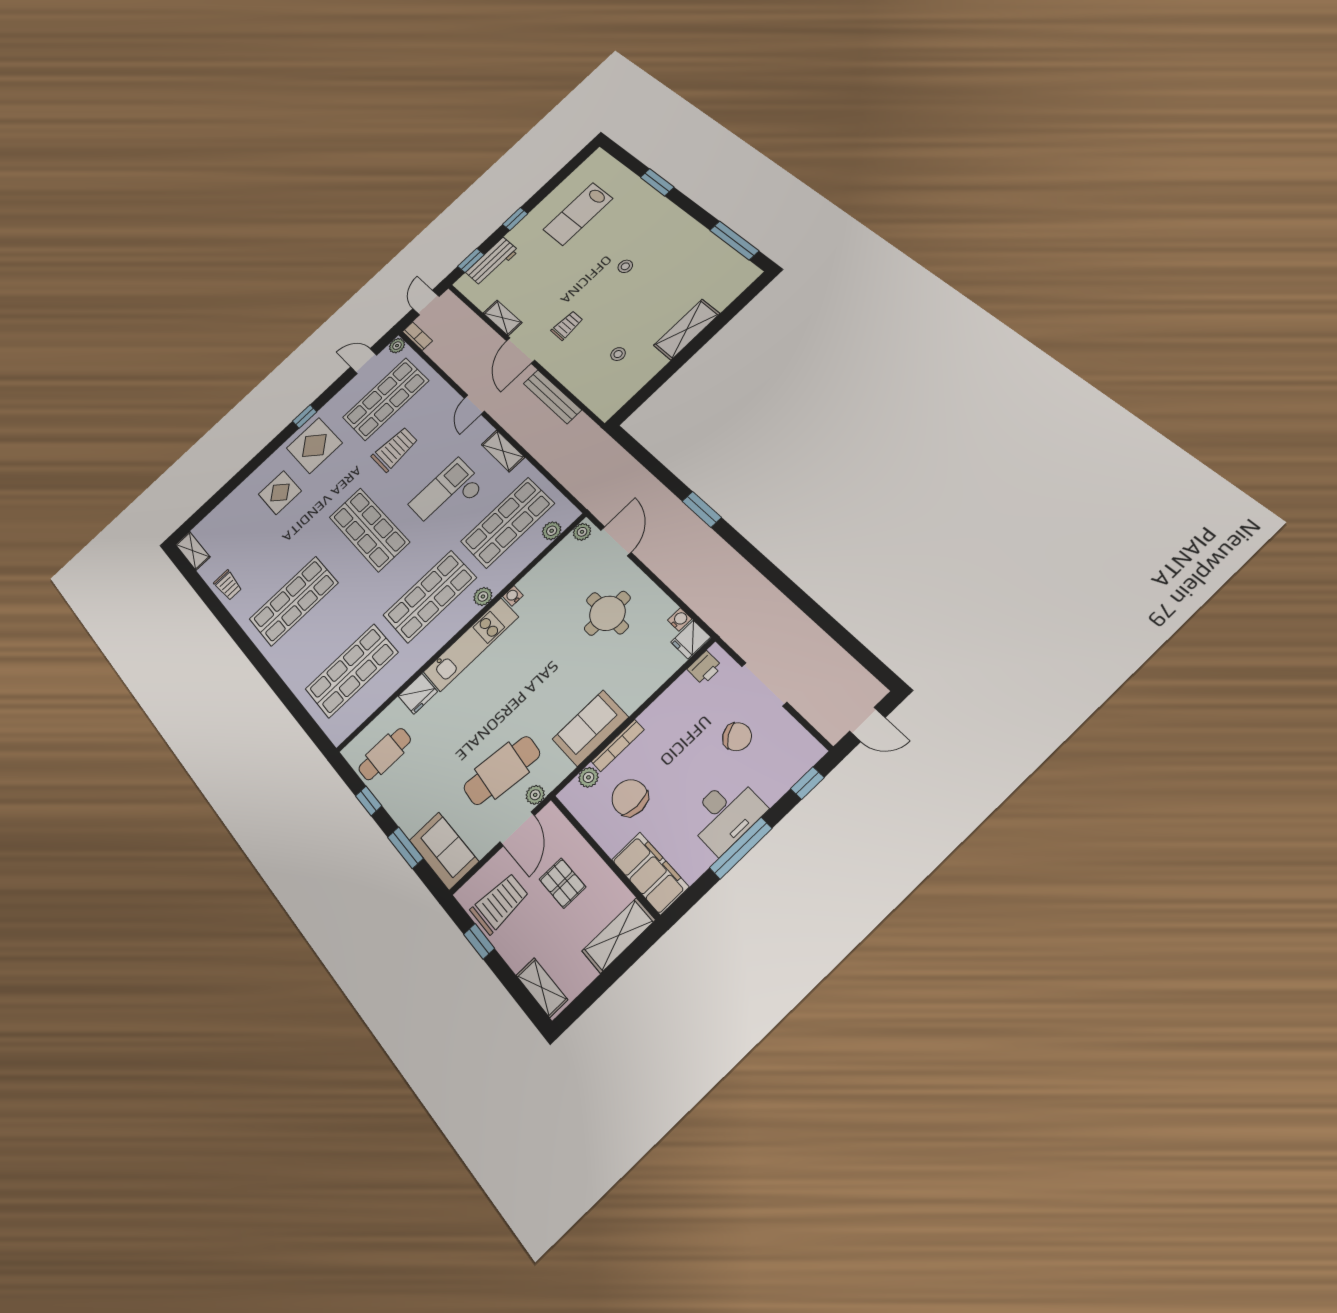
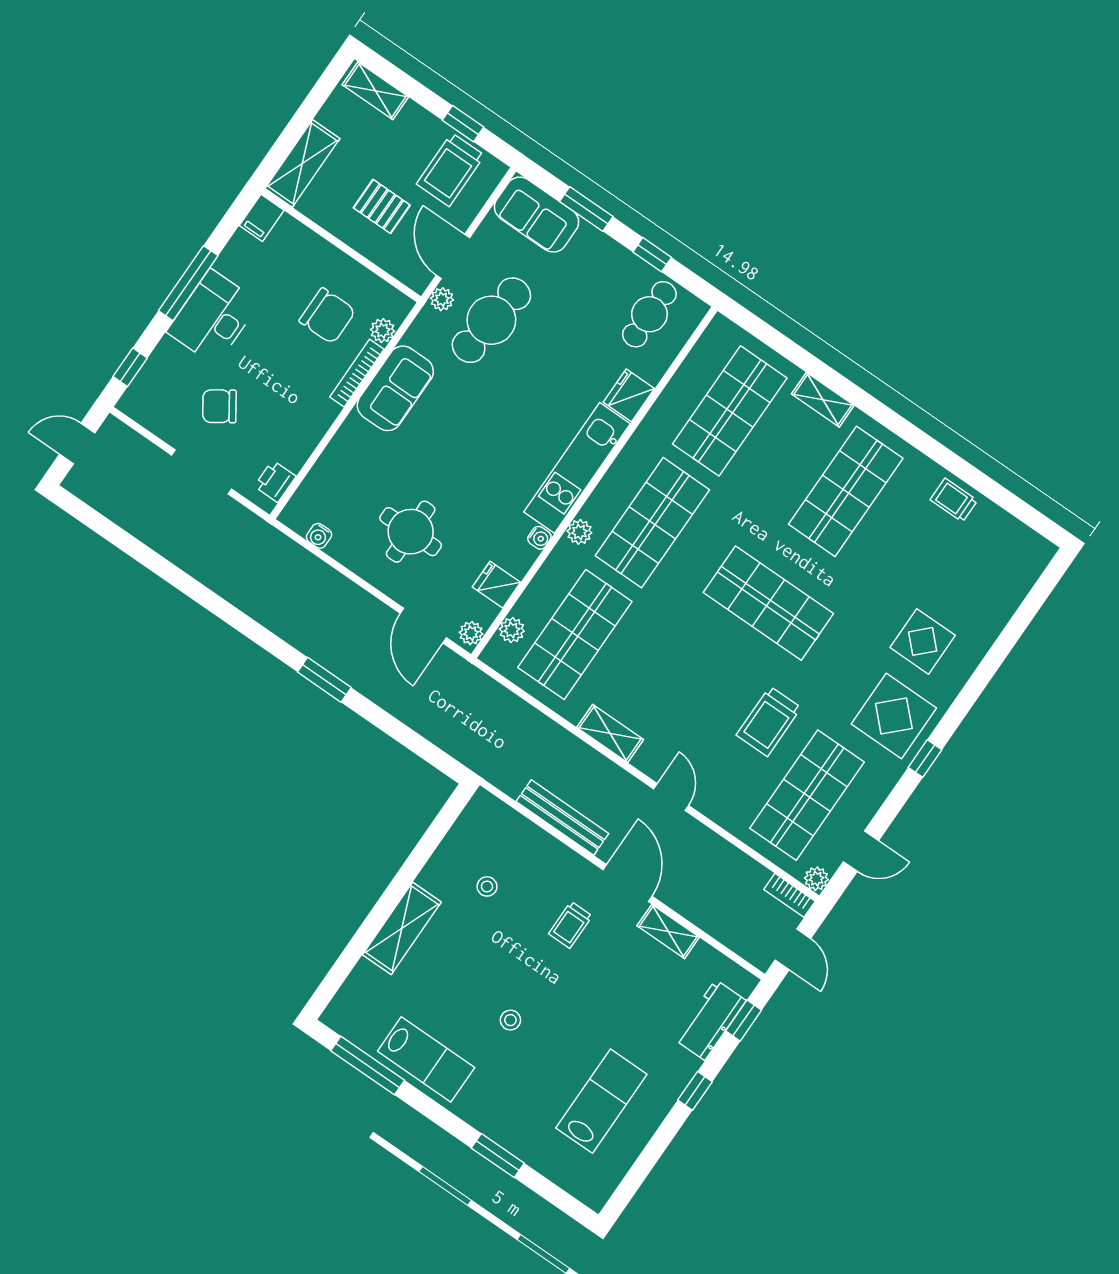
lab bench: (691, 243) -> (426, 1059), added
checkout: (447, 495) -> (671, 664), removed
shelving: (193, 551) -> (823, 400), moved
fridge: (691, 640) -> (496, 585), moved, turned -90
filing cabinet: (650, 873) -> (262, 218), width x0.33, depth x0.86

